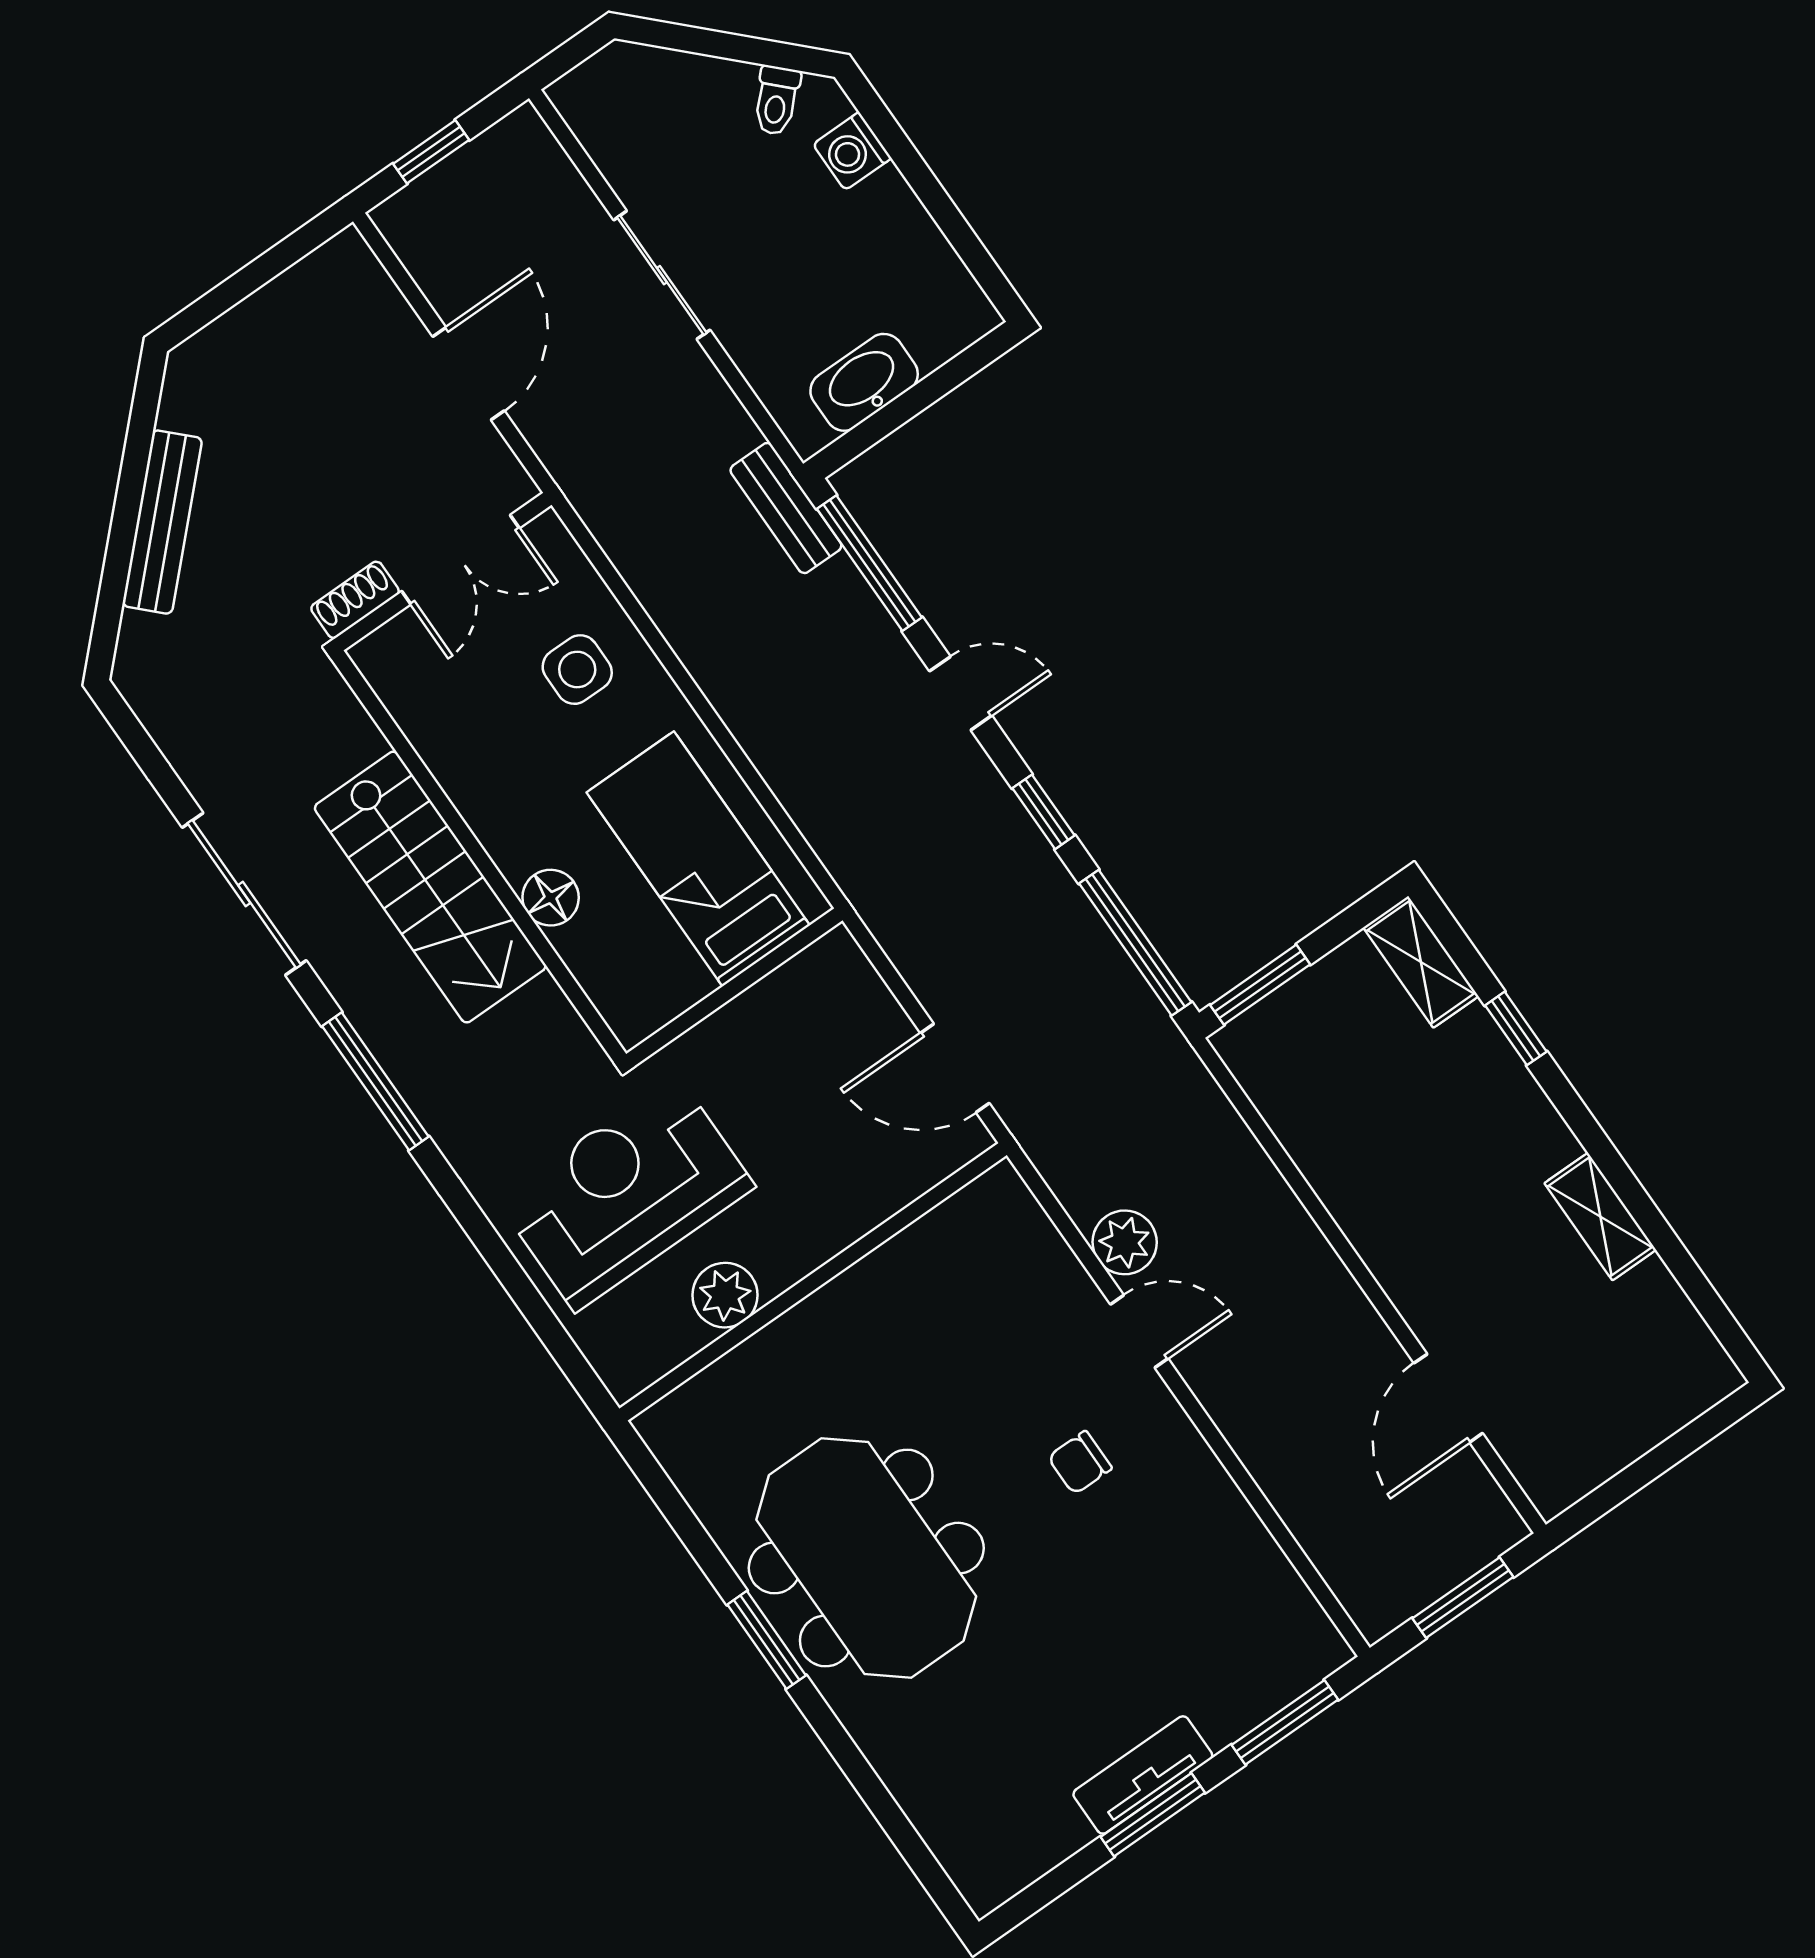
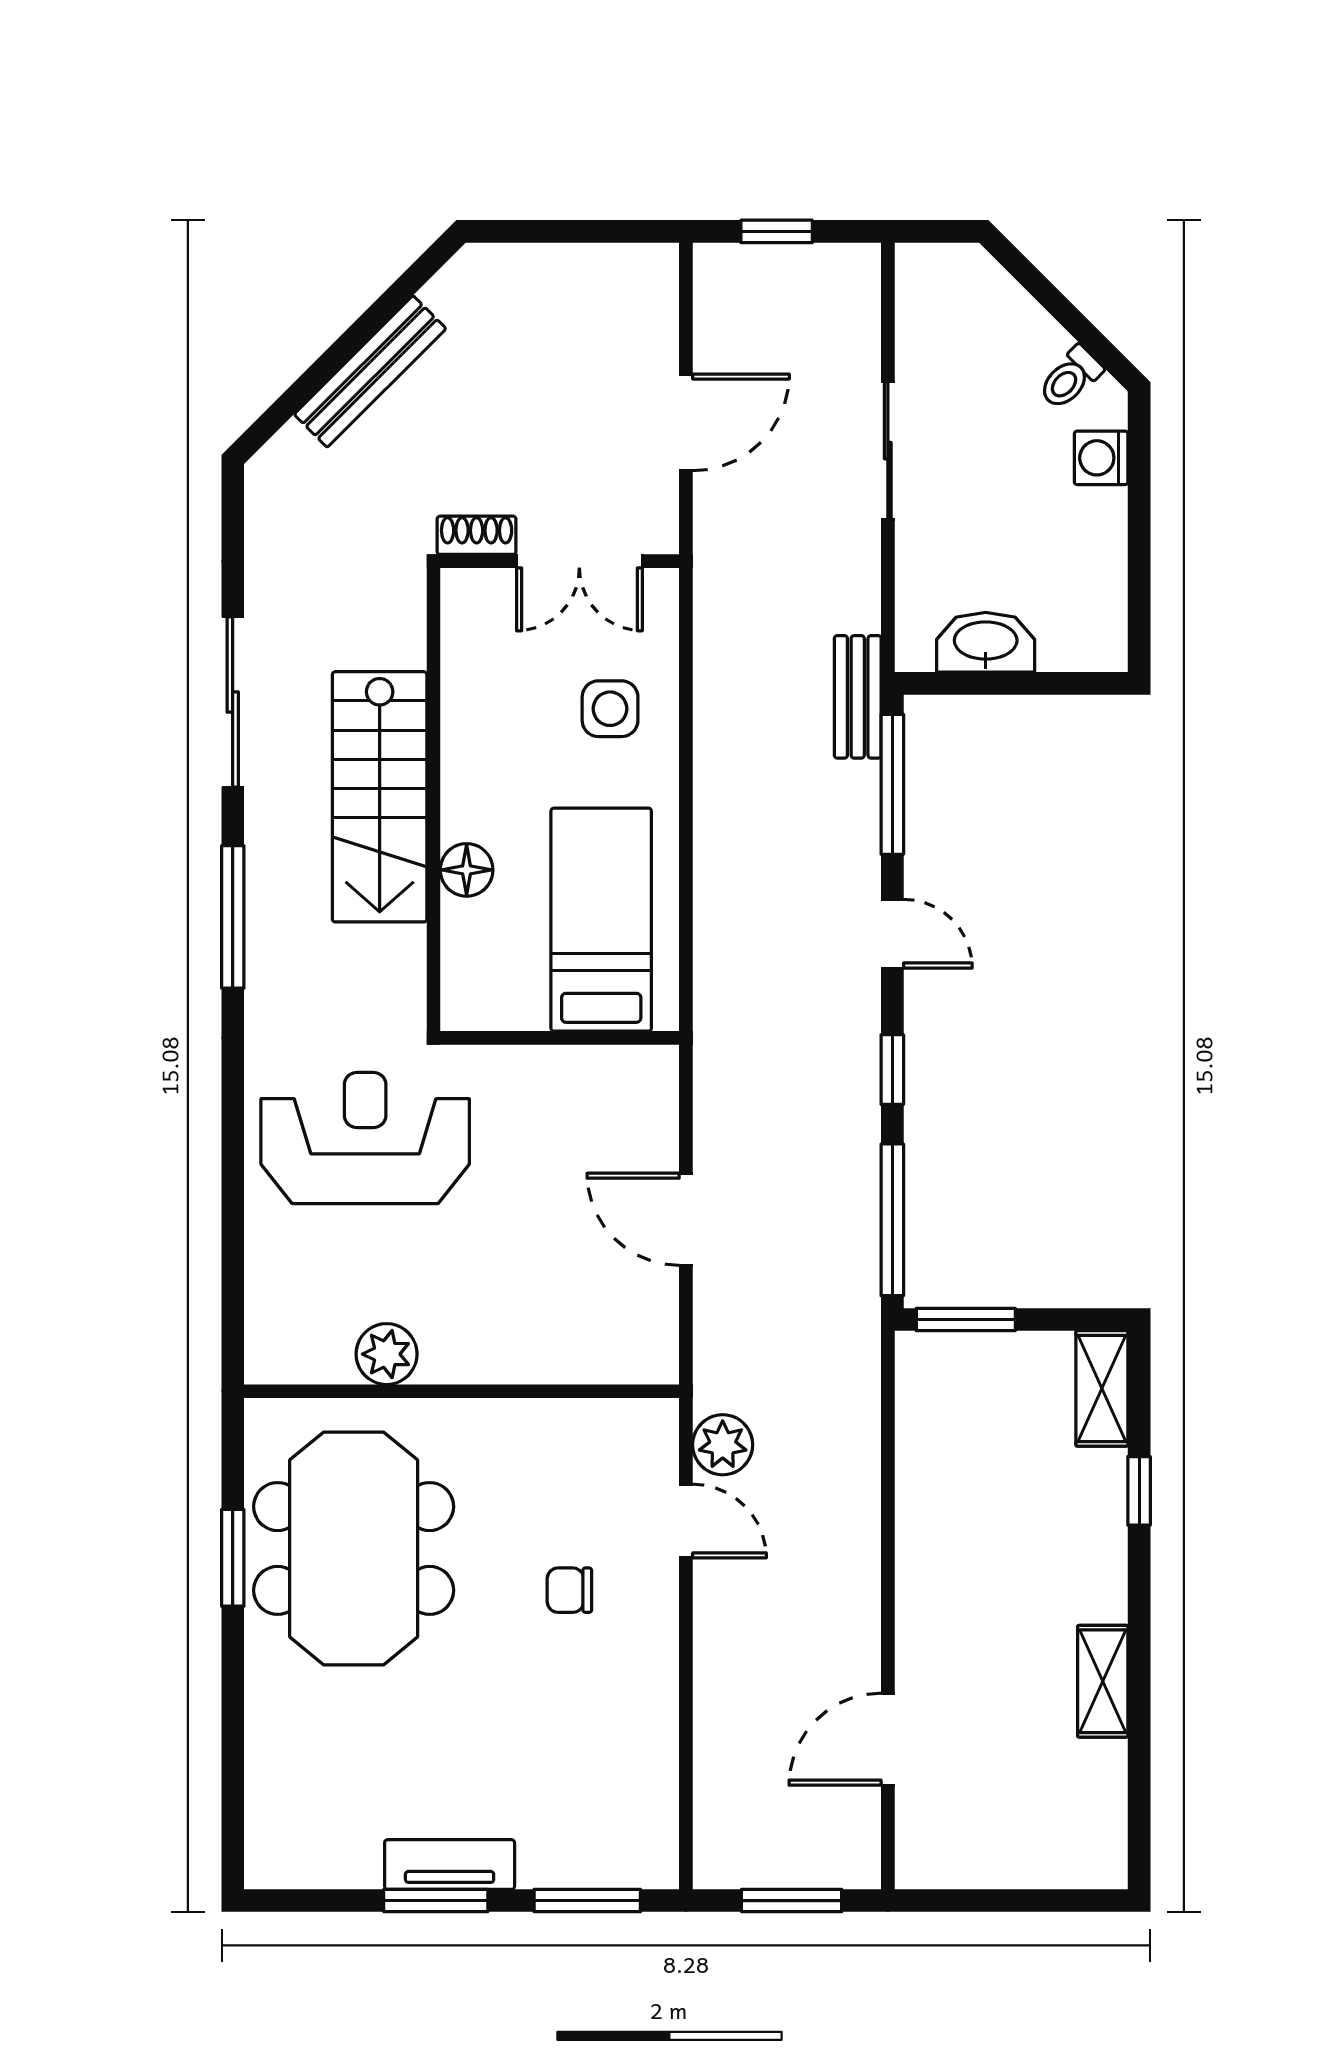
wall: (813, 1282) -> (462, 1391), moved
plant: (725, 1295) -> (387, 1354), moved

